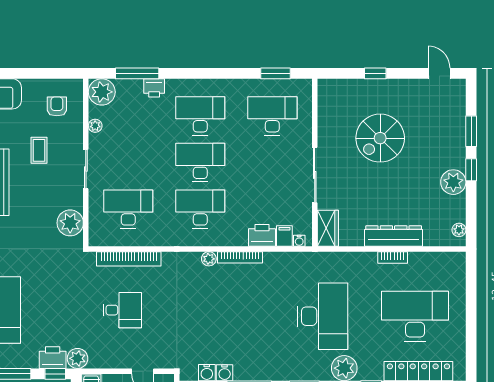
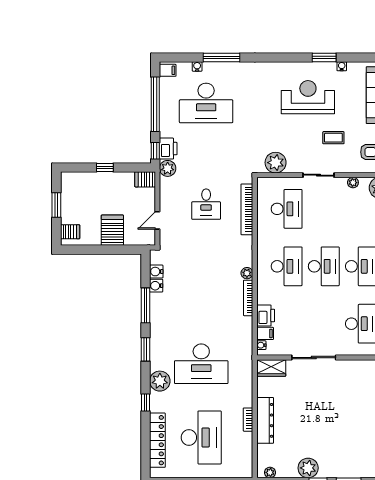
spiral stairs: (380, 138) -> (343, 410), removed

